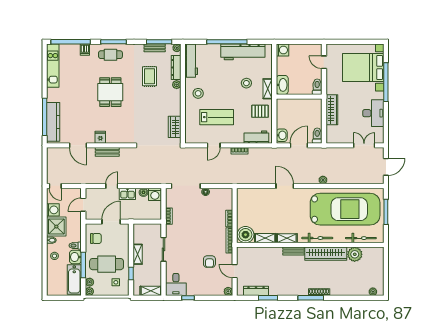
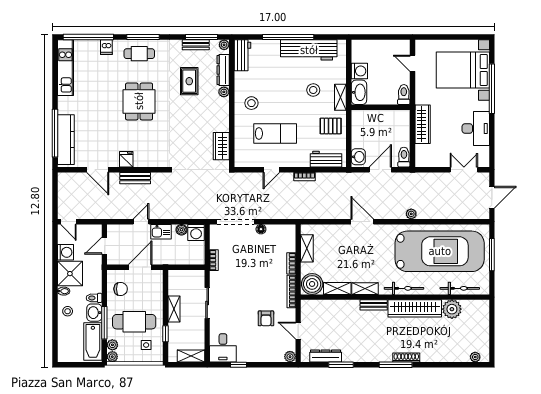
washing machine: (282, 50) -> (359, 71), moved
workbench: (191, 61) -> (242, 55), width x0.73
shelving: (241, 207) -> (307, 248), added

